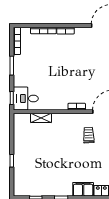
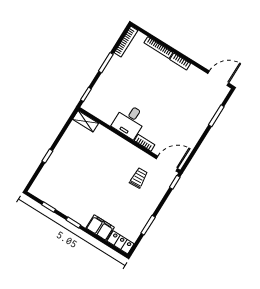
desk: (26, 98) -> (130, 121), moved, turned -90
shelving: (41, 118) -> (85, 121), moved

